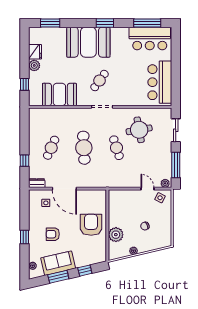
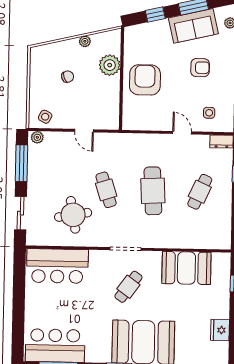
plant: (34, 65) -> (222, 310), removed
bar counter: (160, 82) -> (57, 266), moved, turned 90
door: (64, 189) -> (182, 133), width x0.53
door: (147, 189) -> (84, 131), moved
armchair: (91, 225) -> (145, 80), turned 180

